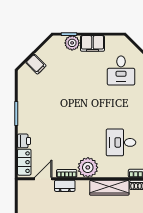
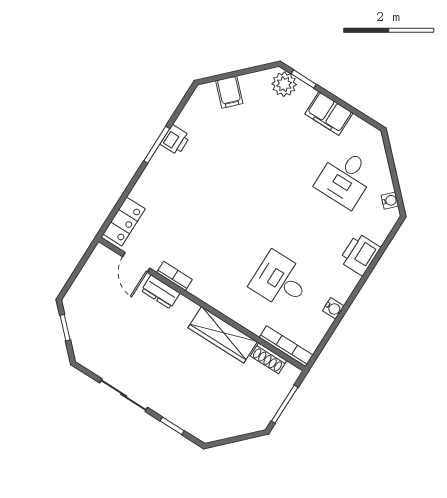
plant: (72, 43) -> (284, 84), moved
printer: (24, 141) -> (175, 140), moved
plant: (88, 167) -> (210, 286), removed
door: (43, 179) -> (136, 262), swing flipped

